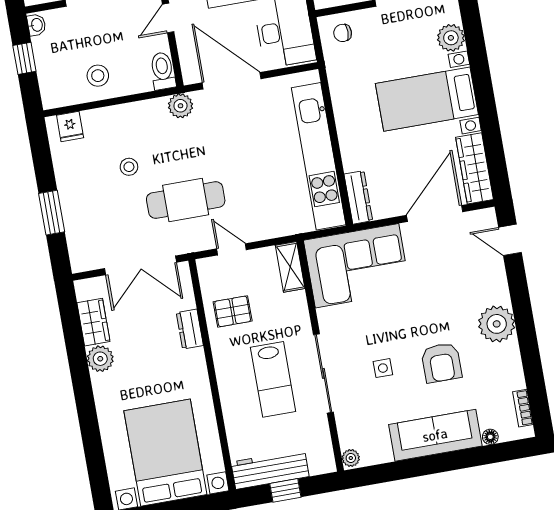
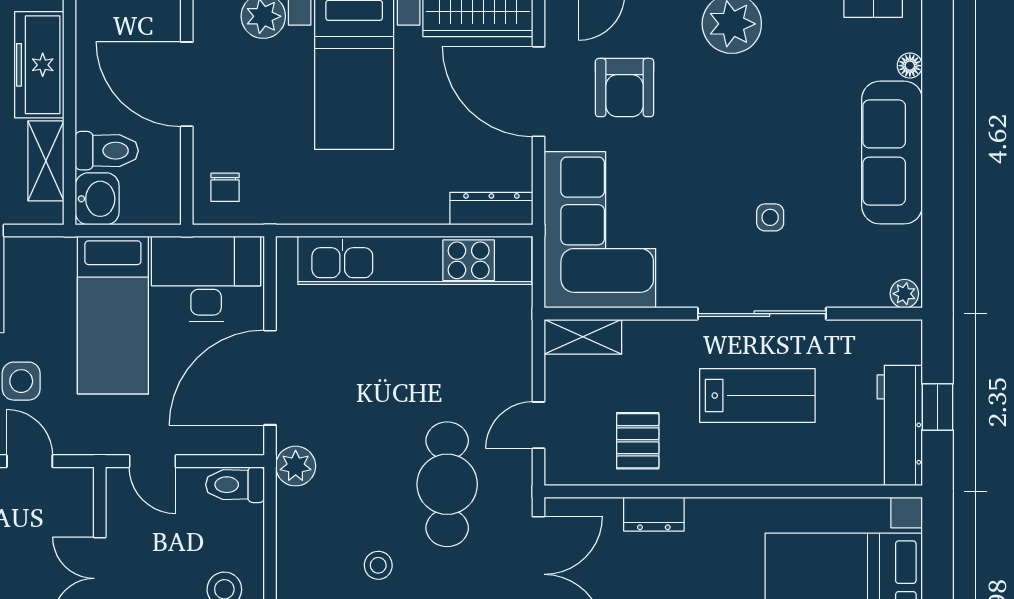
armchair: (441, 363) -> (625, 88), moved, turned 90

